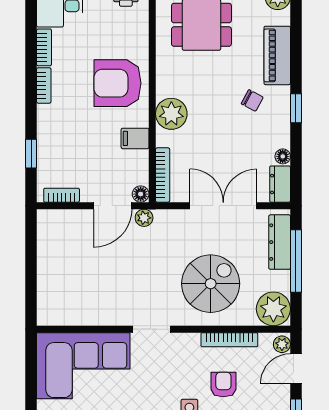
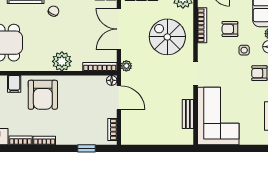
filing cabinet: (135, 138) -> (14, 84), moved
plant: (144, 218) -> (126, 66), moved
bench: (87, 317) -> (188, 114), added

